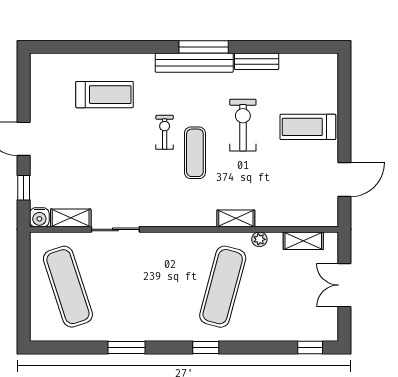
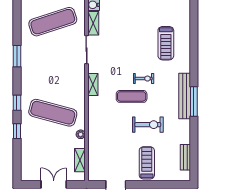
bench: (257, 61) -> (185, 157), moved
shelving: (236, 218) -> (93, 84), moved
window: (310, 347) -> (17, 131), moved

